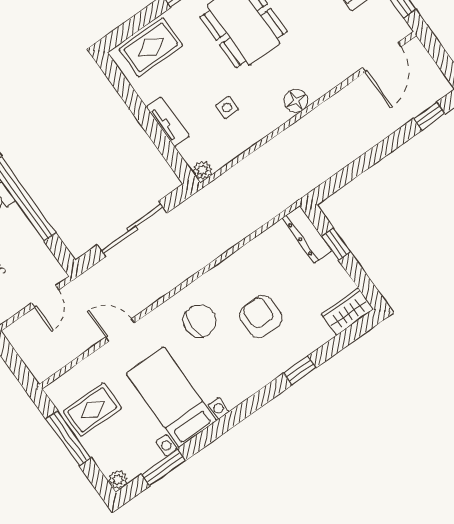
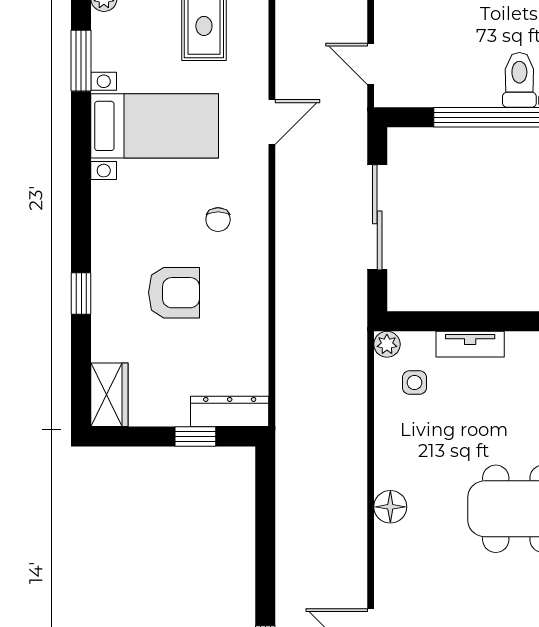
side table: (227, 108) -> (414, 383), moved
chair: (200, 321) -> (218, 220), width x0.54, depth x0.54

